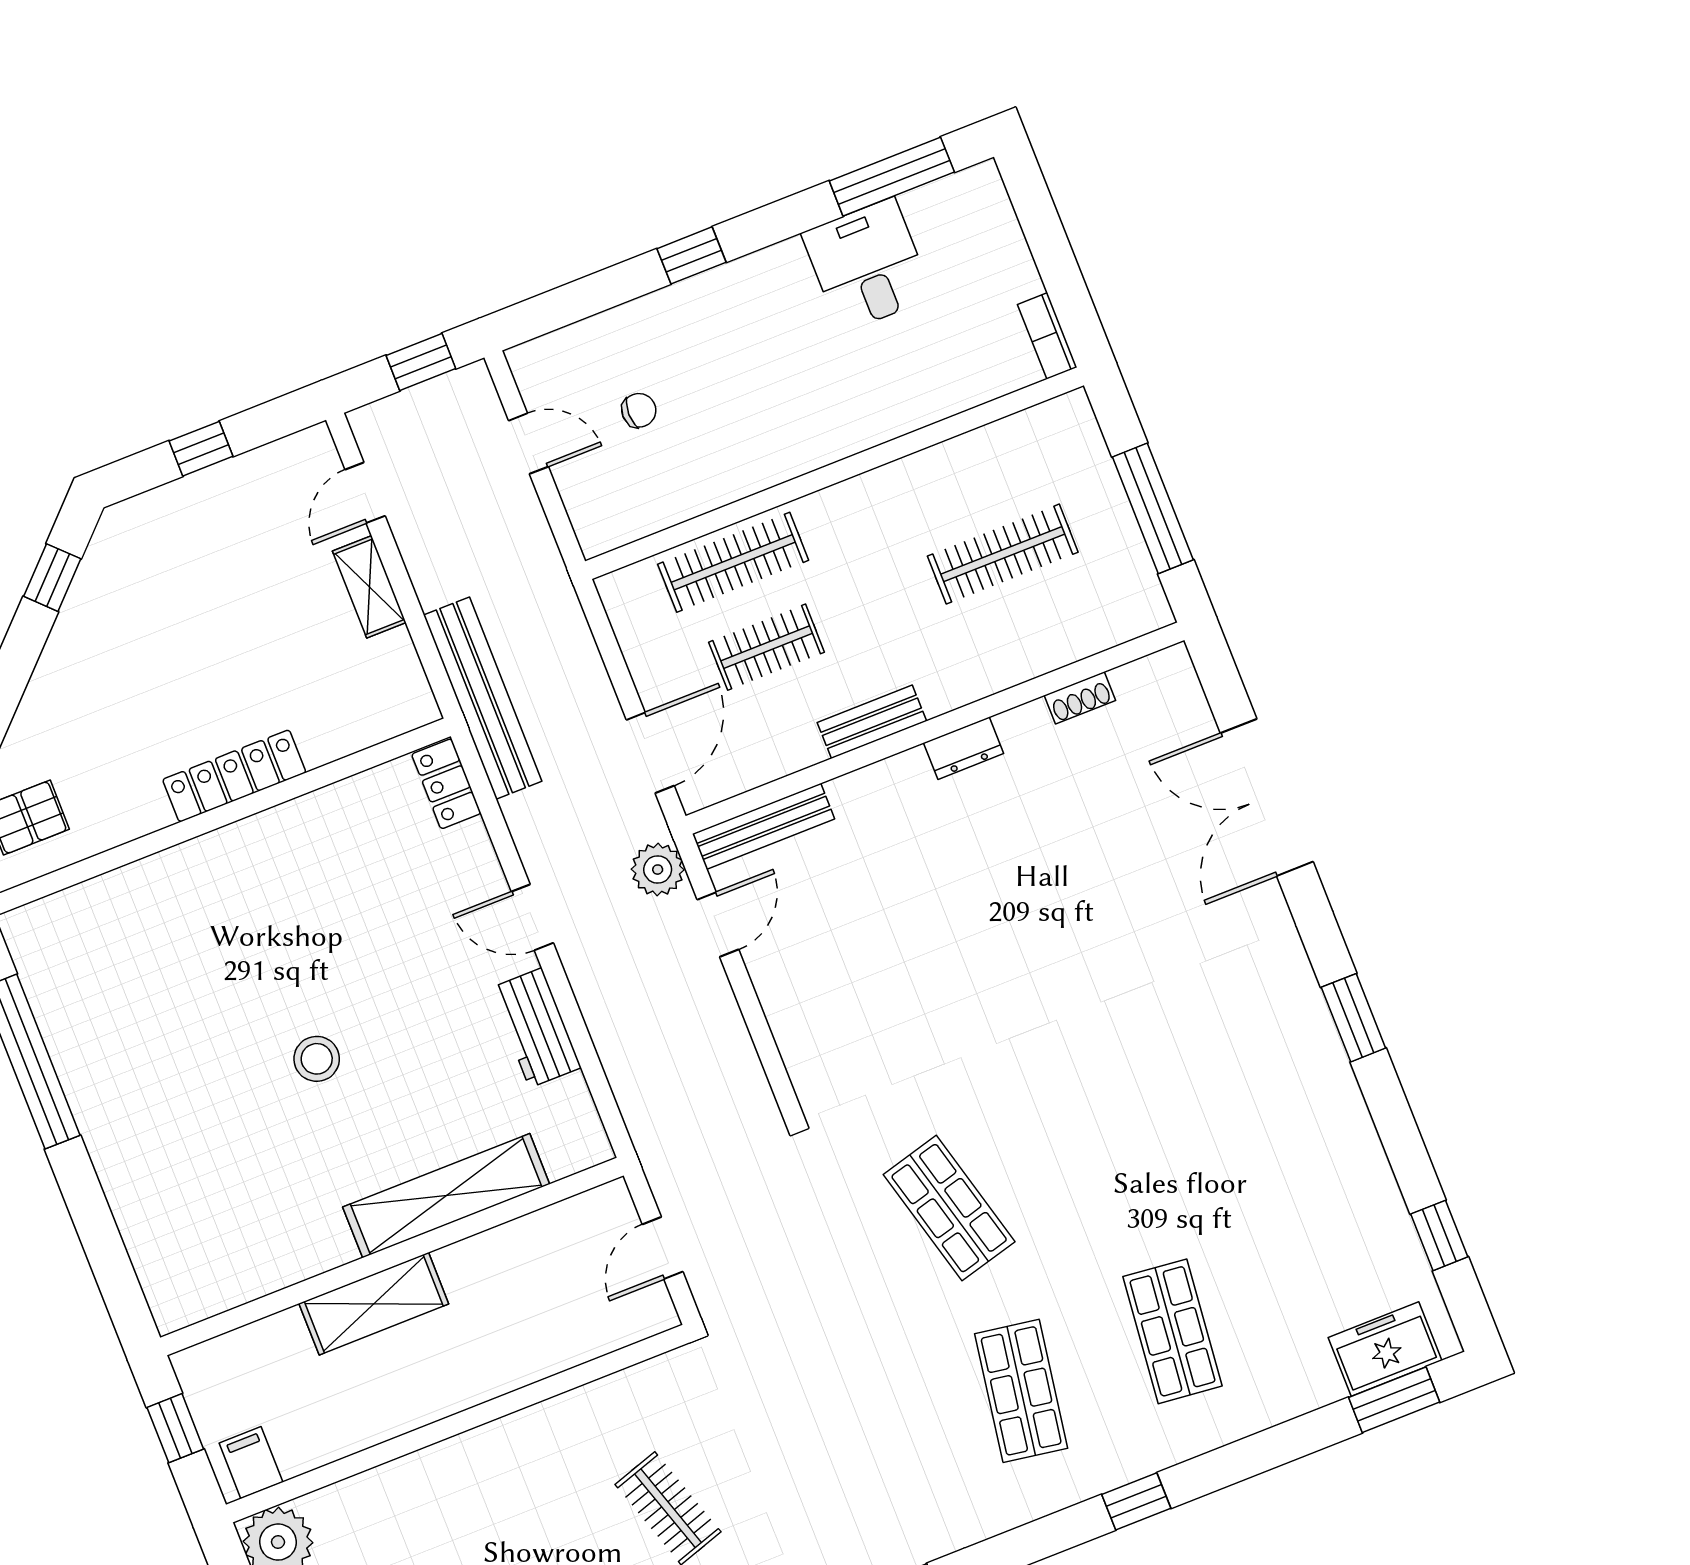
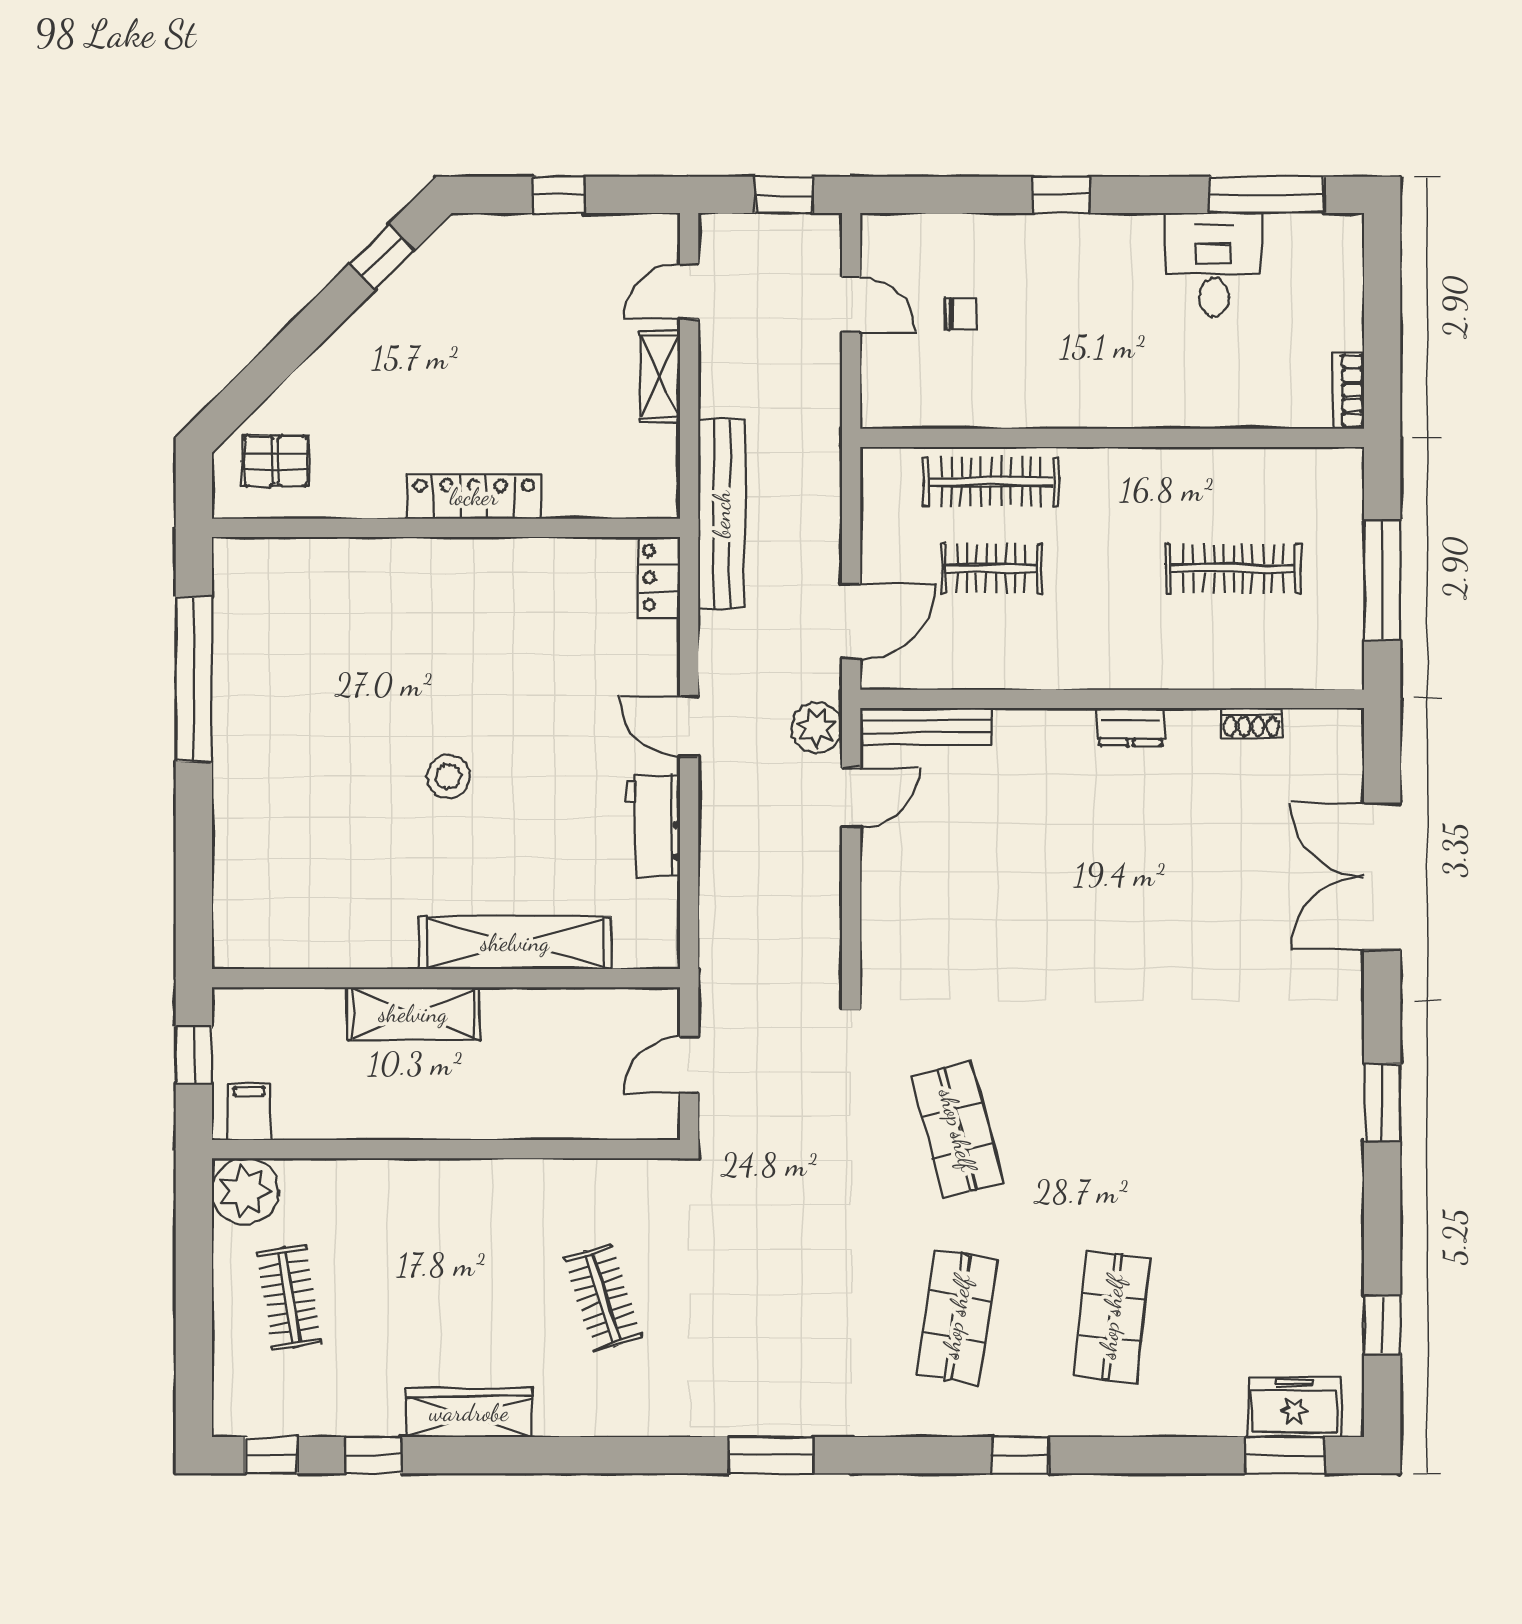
bench: (872, 722) -> (1058, 671), removed

